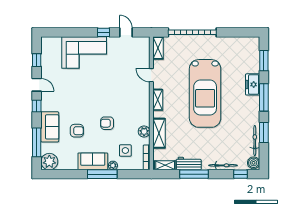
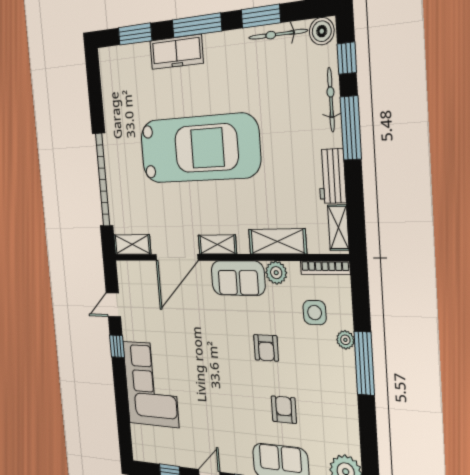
door: (151, 75) -> (177, 257), width x1.88
freezer: (253, 84) -> (176, 52), width x1.40
sofa: (93, 161) -> (238, 278), moved, turned -90
window: (194, 174) -> (351, 128), moved

